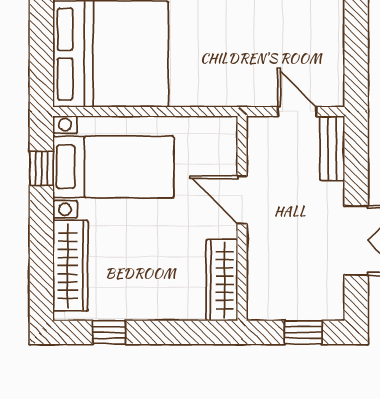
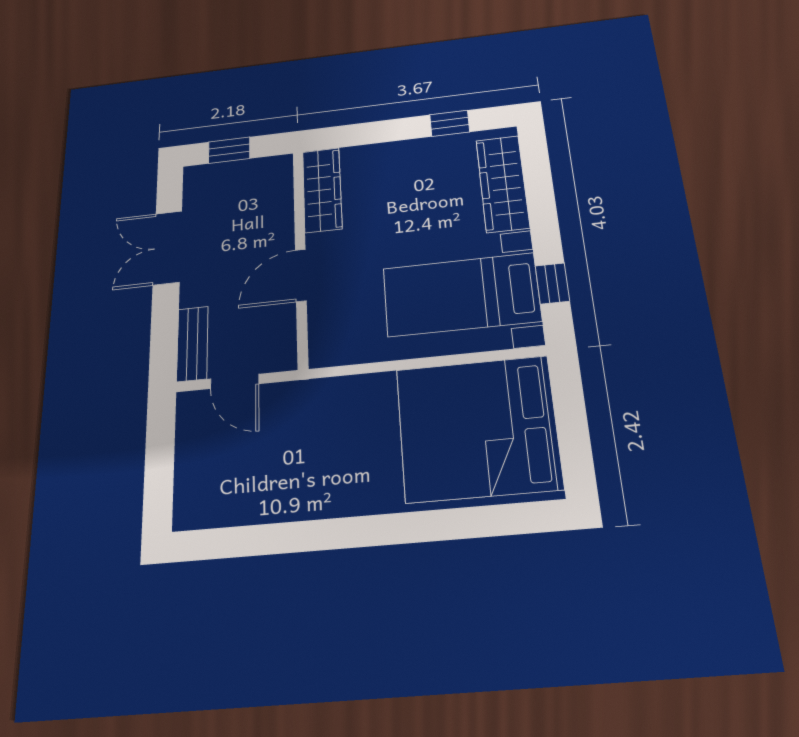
door: (242, 200) -> (301, 275), swing flipped

